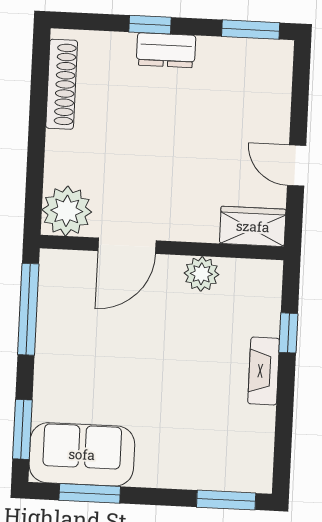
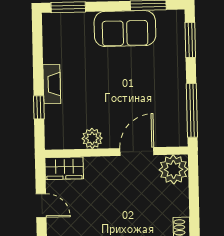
sofa: (82, 454) -> (125, 29), moved

